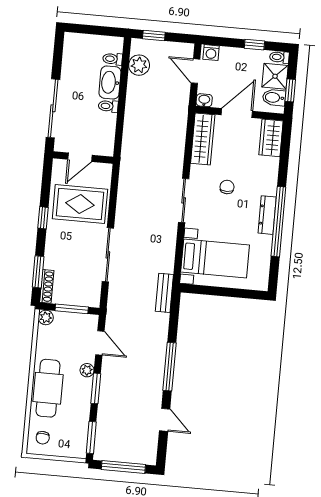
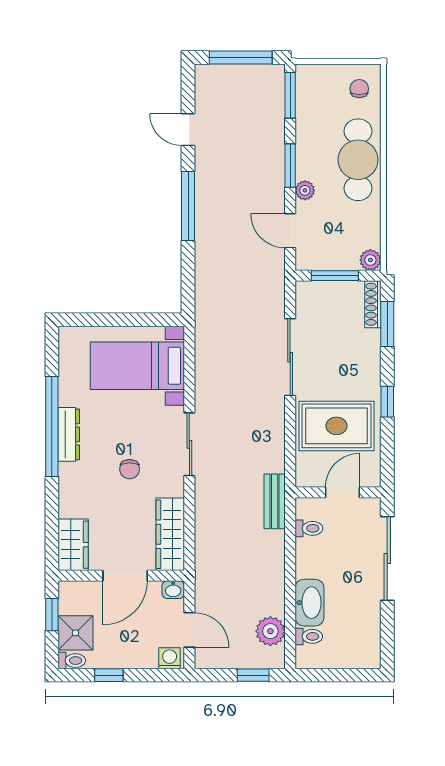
bidet: (274, 98) -> (74, 602), removed
toilet: (108, 106) -> (309, 528), moved
bench: (164, 293) -> (275, 501), moved

